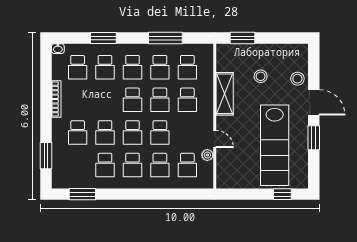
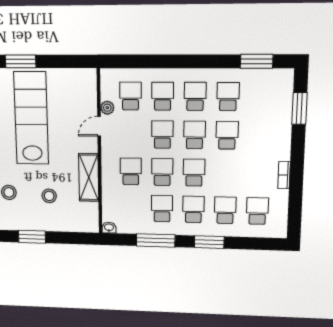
window: (103, 38) -> (209, 242), moved
window: (243, 38) -> (32, 237), moved
washbasin: (58, 49) -> (109, 228), moved
school desk: (187, 67) -> (131, 208), removed
bookcase: (56, 99) -> (284, 175), width x0.64
school desk: (78, 132) -> (260, 136), removed
door: (215, 139) -> (99, 126), hinge flipped
window: (282, 194) -> (21, 61), width x1.50

